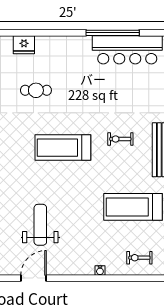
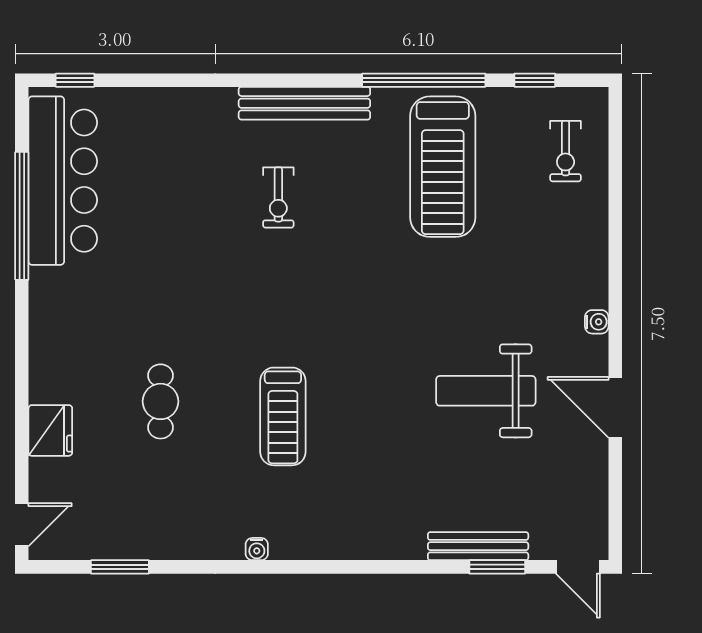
treadmill: (63, 148) -> (283, 416), moved, width x0.73, depth x0.73
water cooler: (100, 271) -> (597, 322), moved

